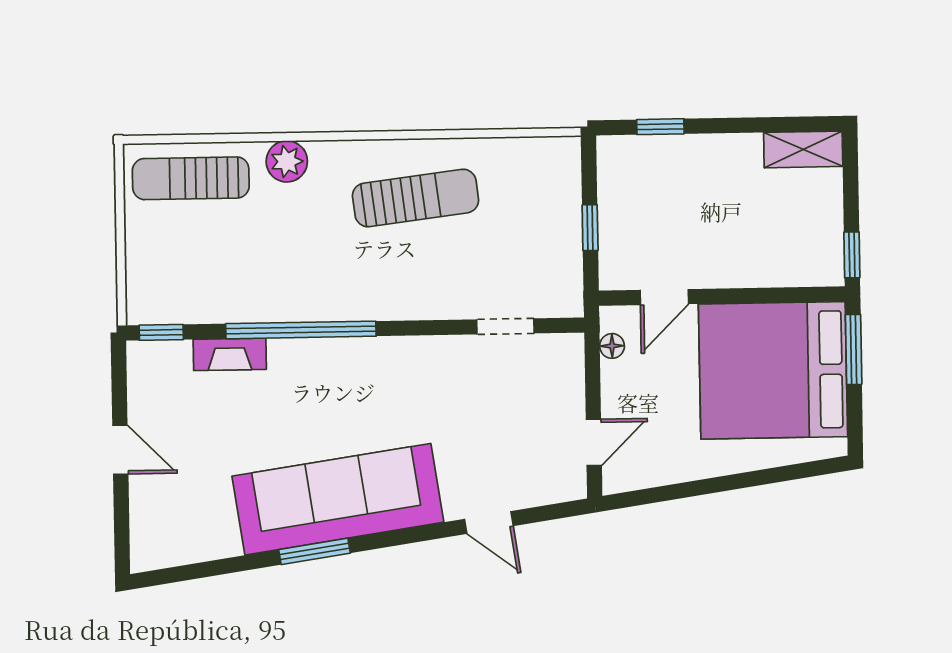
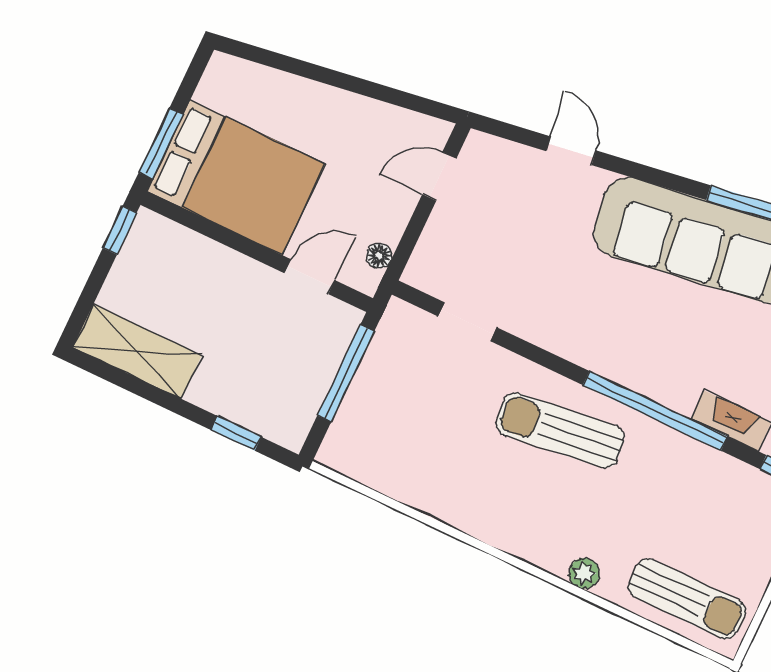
shelving: (803, 149) -> (137, 351), width x1.50, depth x1.33
plant: (287, 161) -> (584, 573), width x0.73, depth x0.73
sun lounger: (416, 198) -> (560, 430), moved
window: (590, 228) -> (346, 373), width x2.17
bed: (773, 370) -> (236, 177), width x0.73

